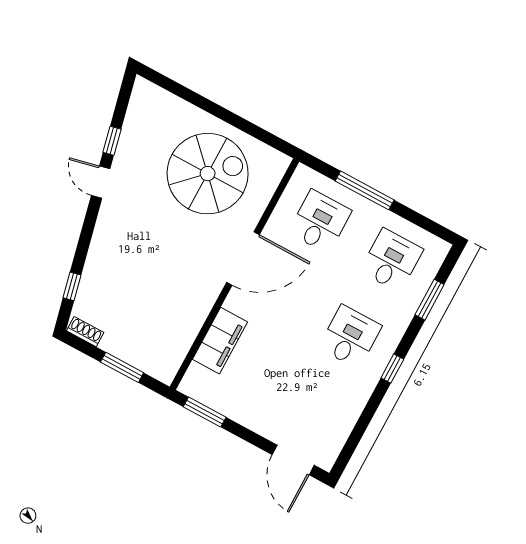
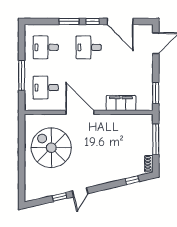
window: (430, 300) -> (69, 21), moved
window: (122, 367) -> (156, 139), width x1.44
door: (366, 417) -> (120, 21), added

